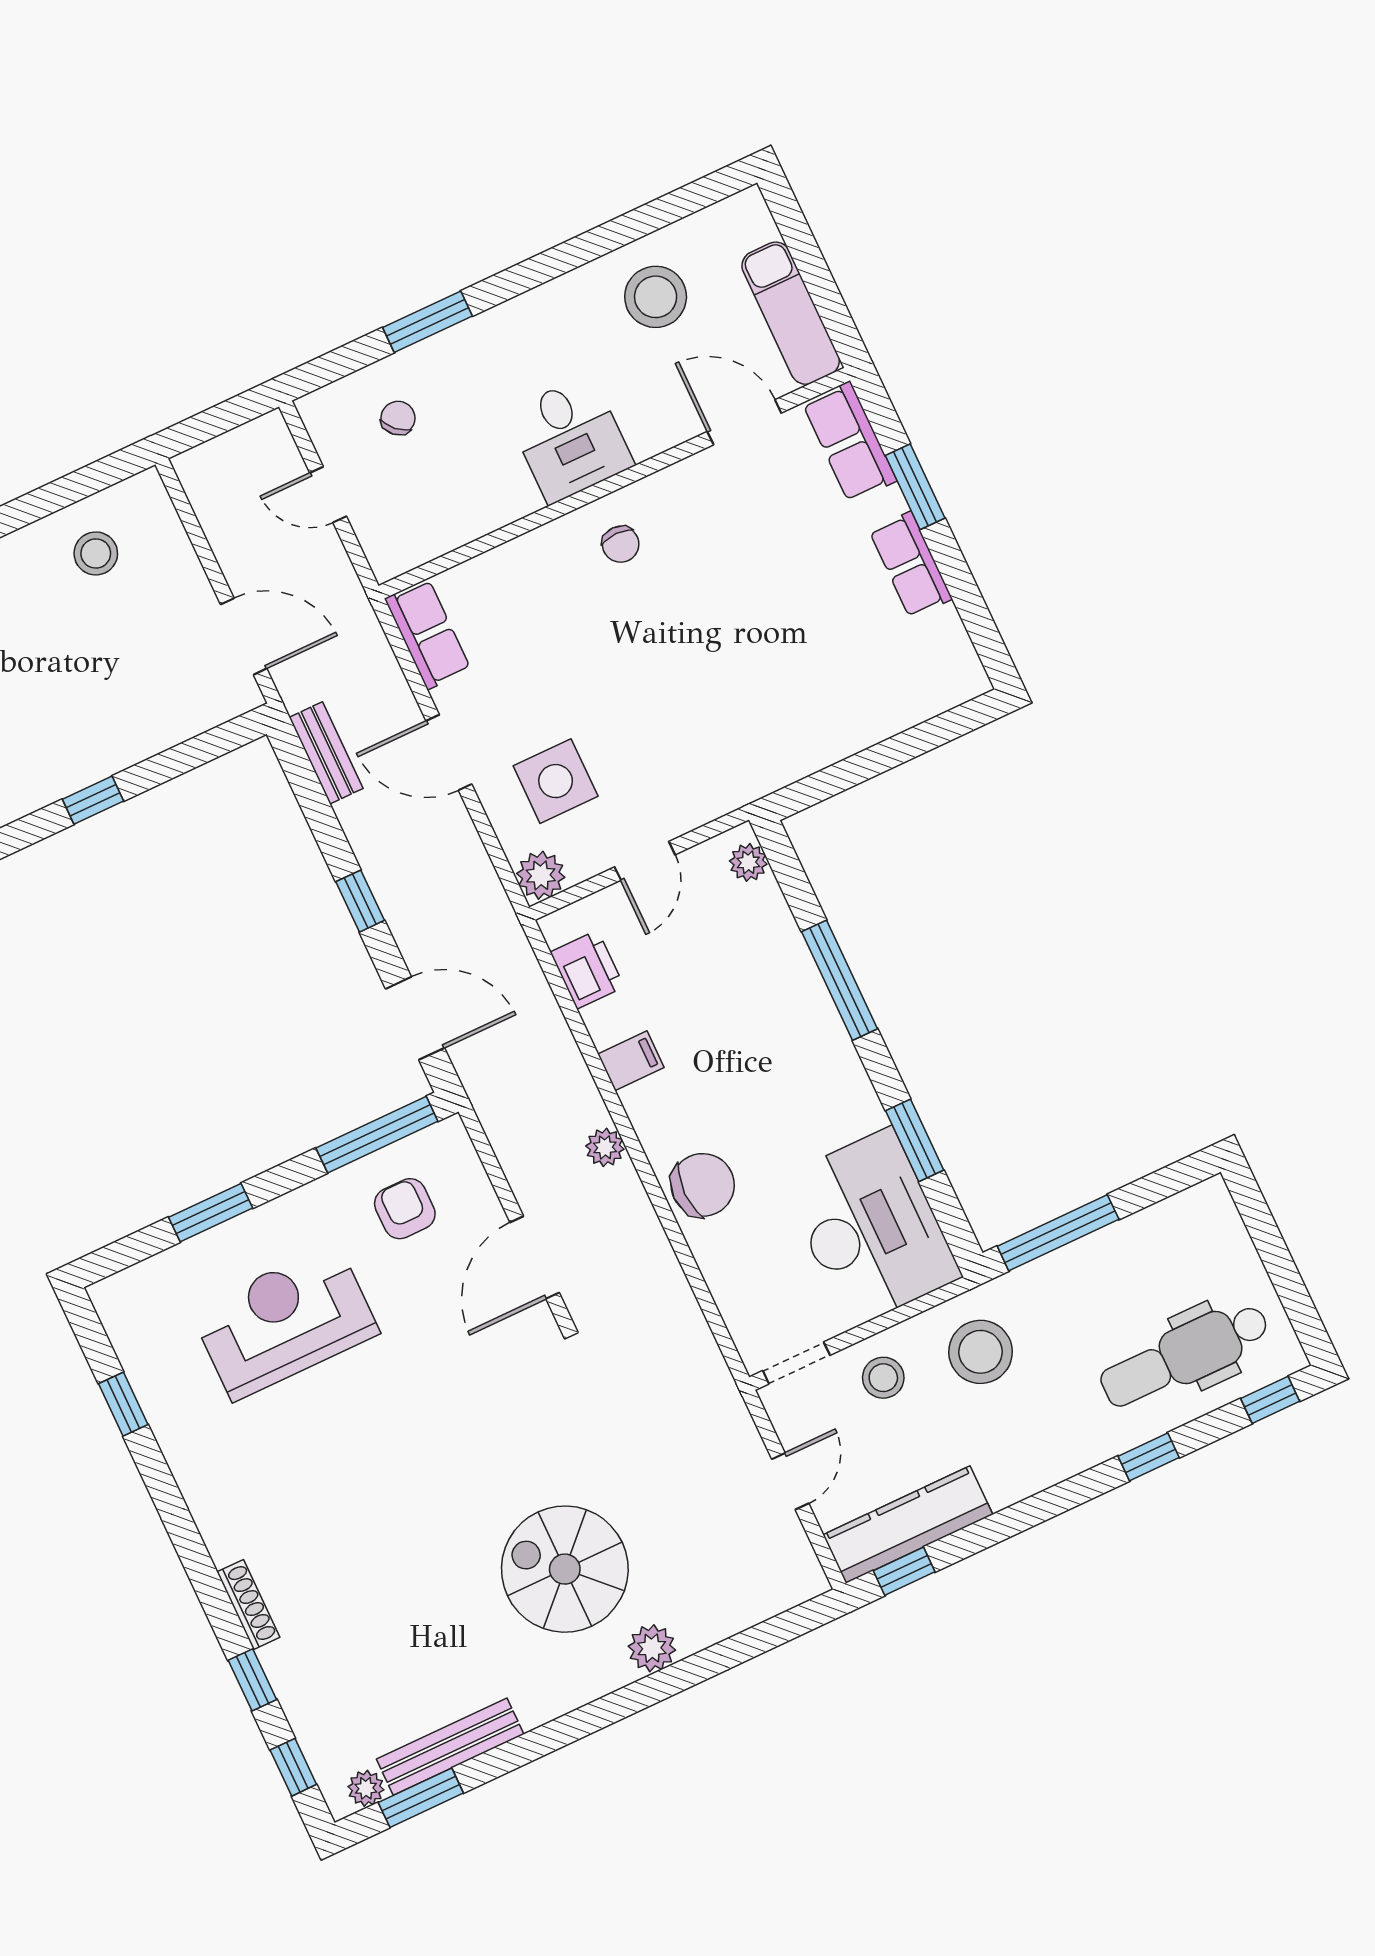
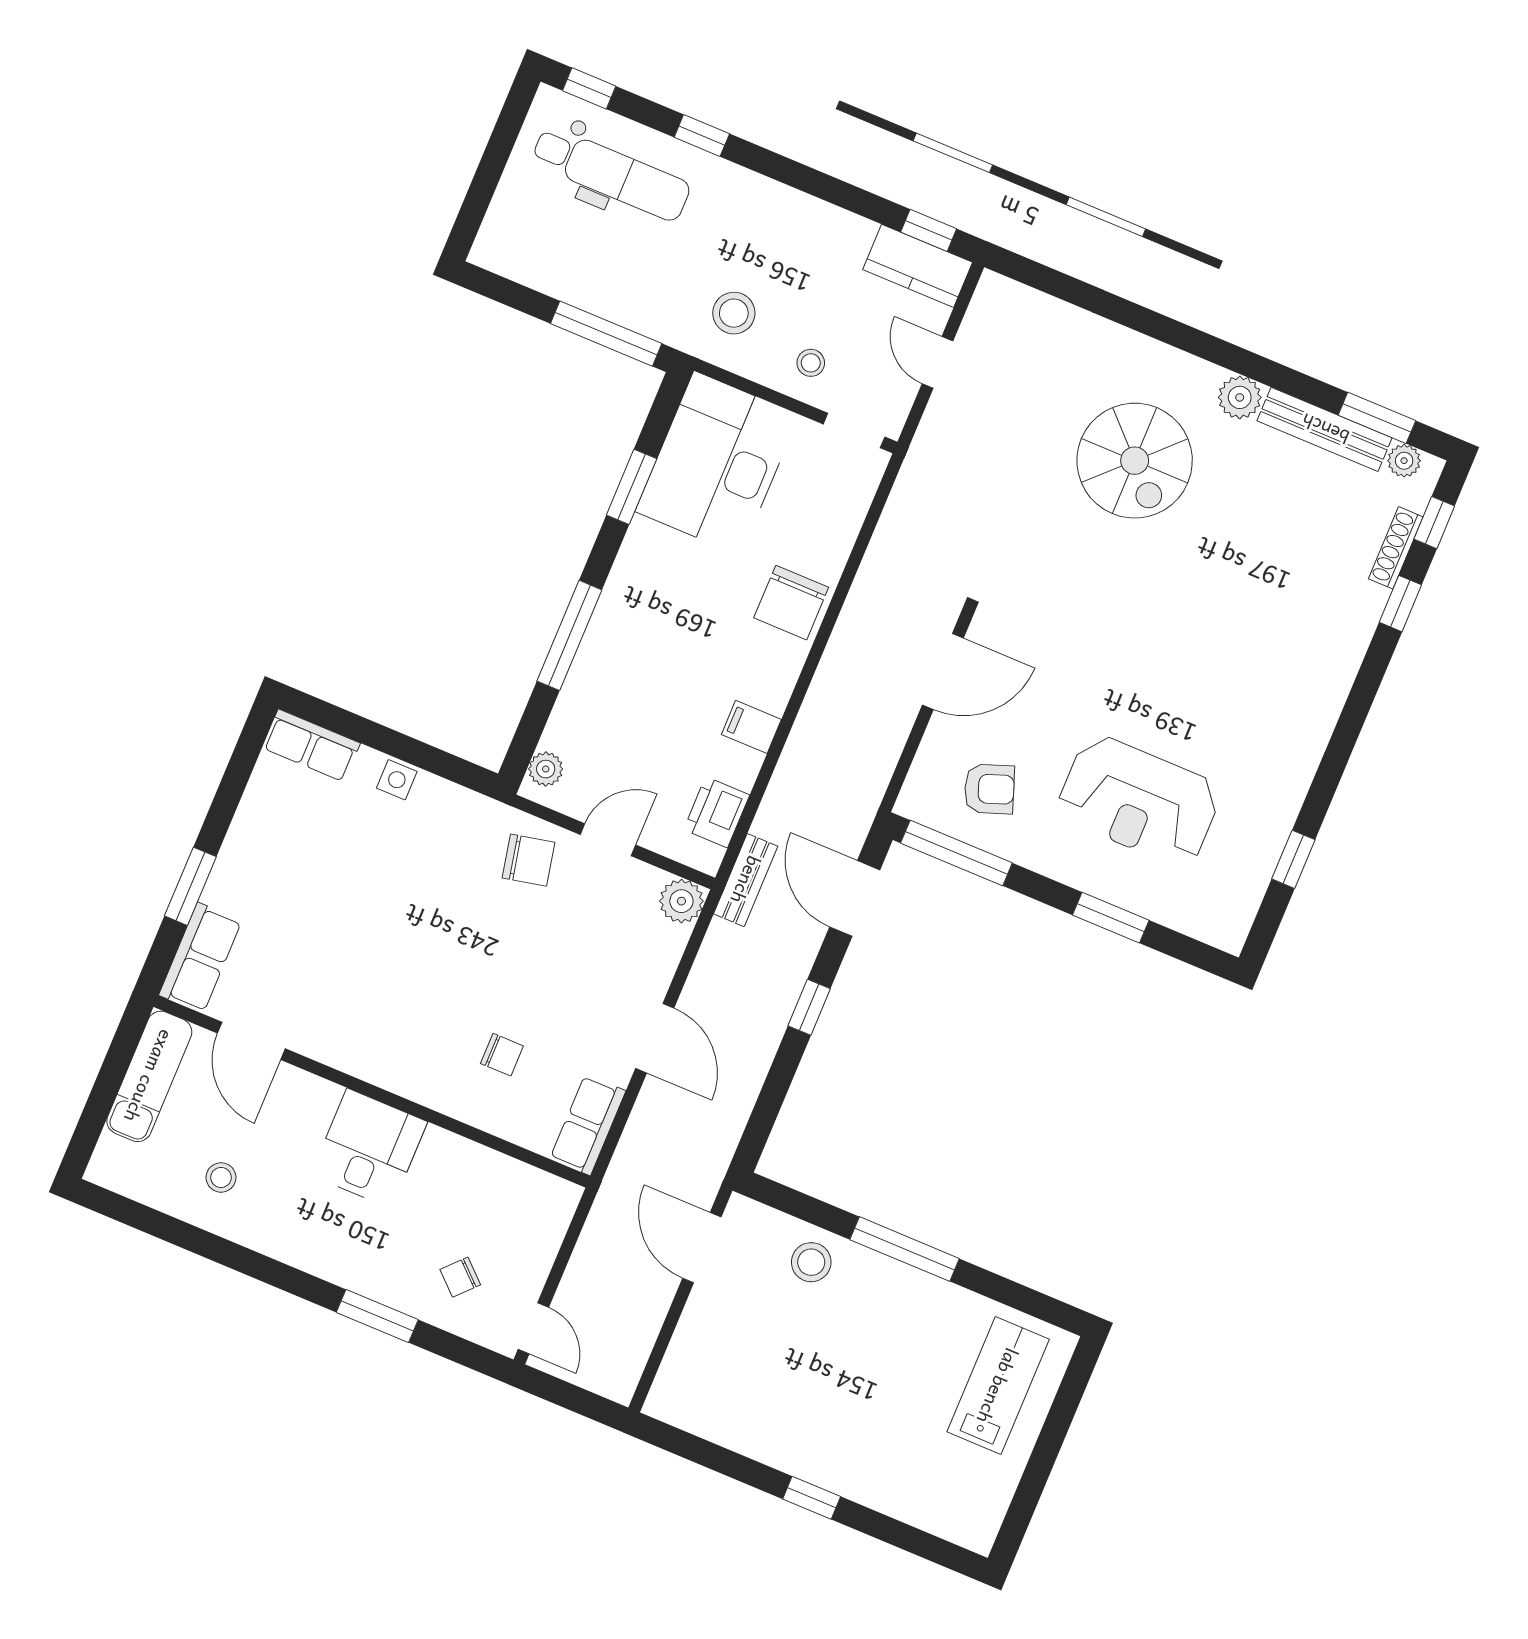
stool: (656, 297) -> (221, 1177), width x0.53, depth x0.53
door: (328, 495) -> (533, 1328), moved
chair: (621, 544) -> (502, 1055), moved, turned 90
stool: (96, 553) -> (811, 1262), moved
row of seats: (911, 565) -> (311, 745), moved, turned 90
bench: (326, 753) -> (746, 880), moved
side table: (556, 781) -> (397, 780), moved, width x0.54, depth x0.54
chair: (687, 781) -> (528, 860), added
window: (93, 800) -> (905, 1249), width x2.17
plant: (605, 1147) -> (826, 691), removed
chair: (703, 1185) -> (791, 603), turned -90
armchair: (405, 1209) -> (989, 789), turned -110
stool: (981, 1352) -> (734, 313), width x0.73, depth x0.73
stool: (883, 1378) -> (811, 363), width x0.73, depth x0.73
door: (790, 1481) -> (937, 362), hinge flipped
kitchen counter: (908, 1525) -> (918, 266), width x0.67
shoe rack: (248, 1605) -> (1396, 548), moved
plant: (652, 1648) -> (1240, 397), moved

